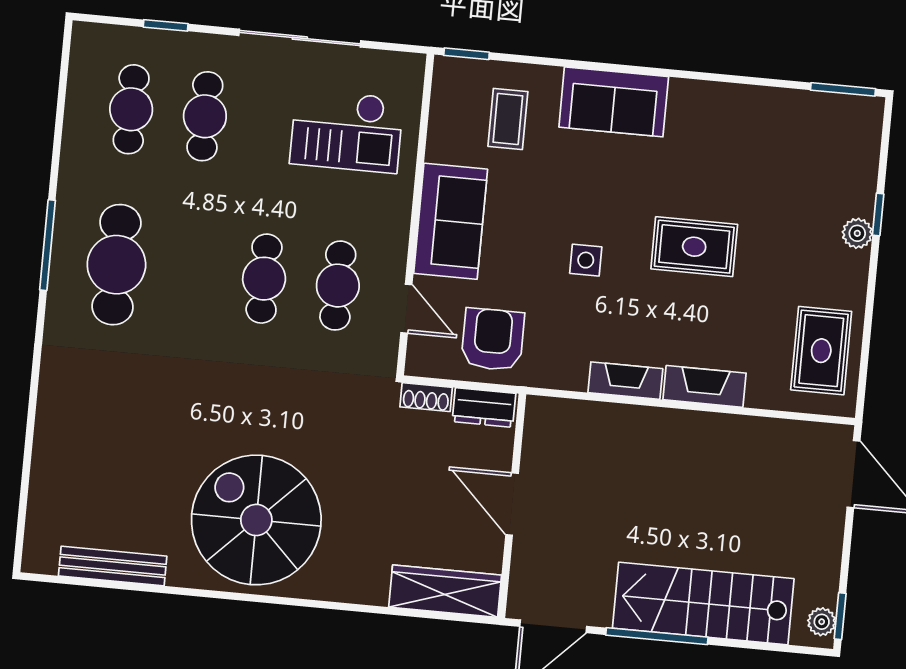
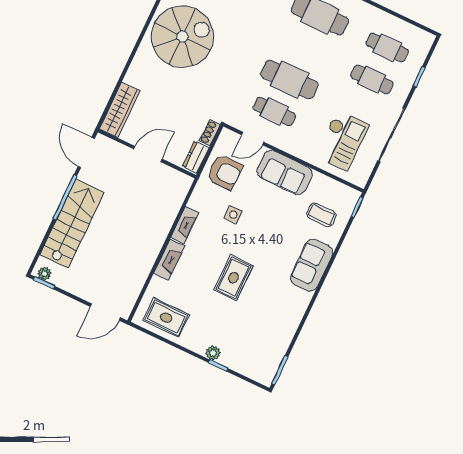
checkout: (347, 131) -> (342, 141), turned 180
side table: (586, 260) -> (233, 215), moved
cafe table: (264, 279) -> (289, 79), width x1.37, depth x1.35

